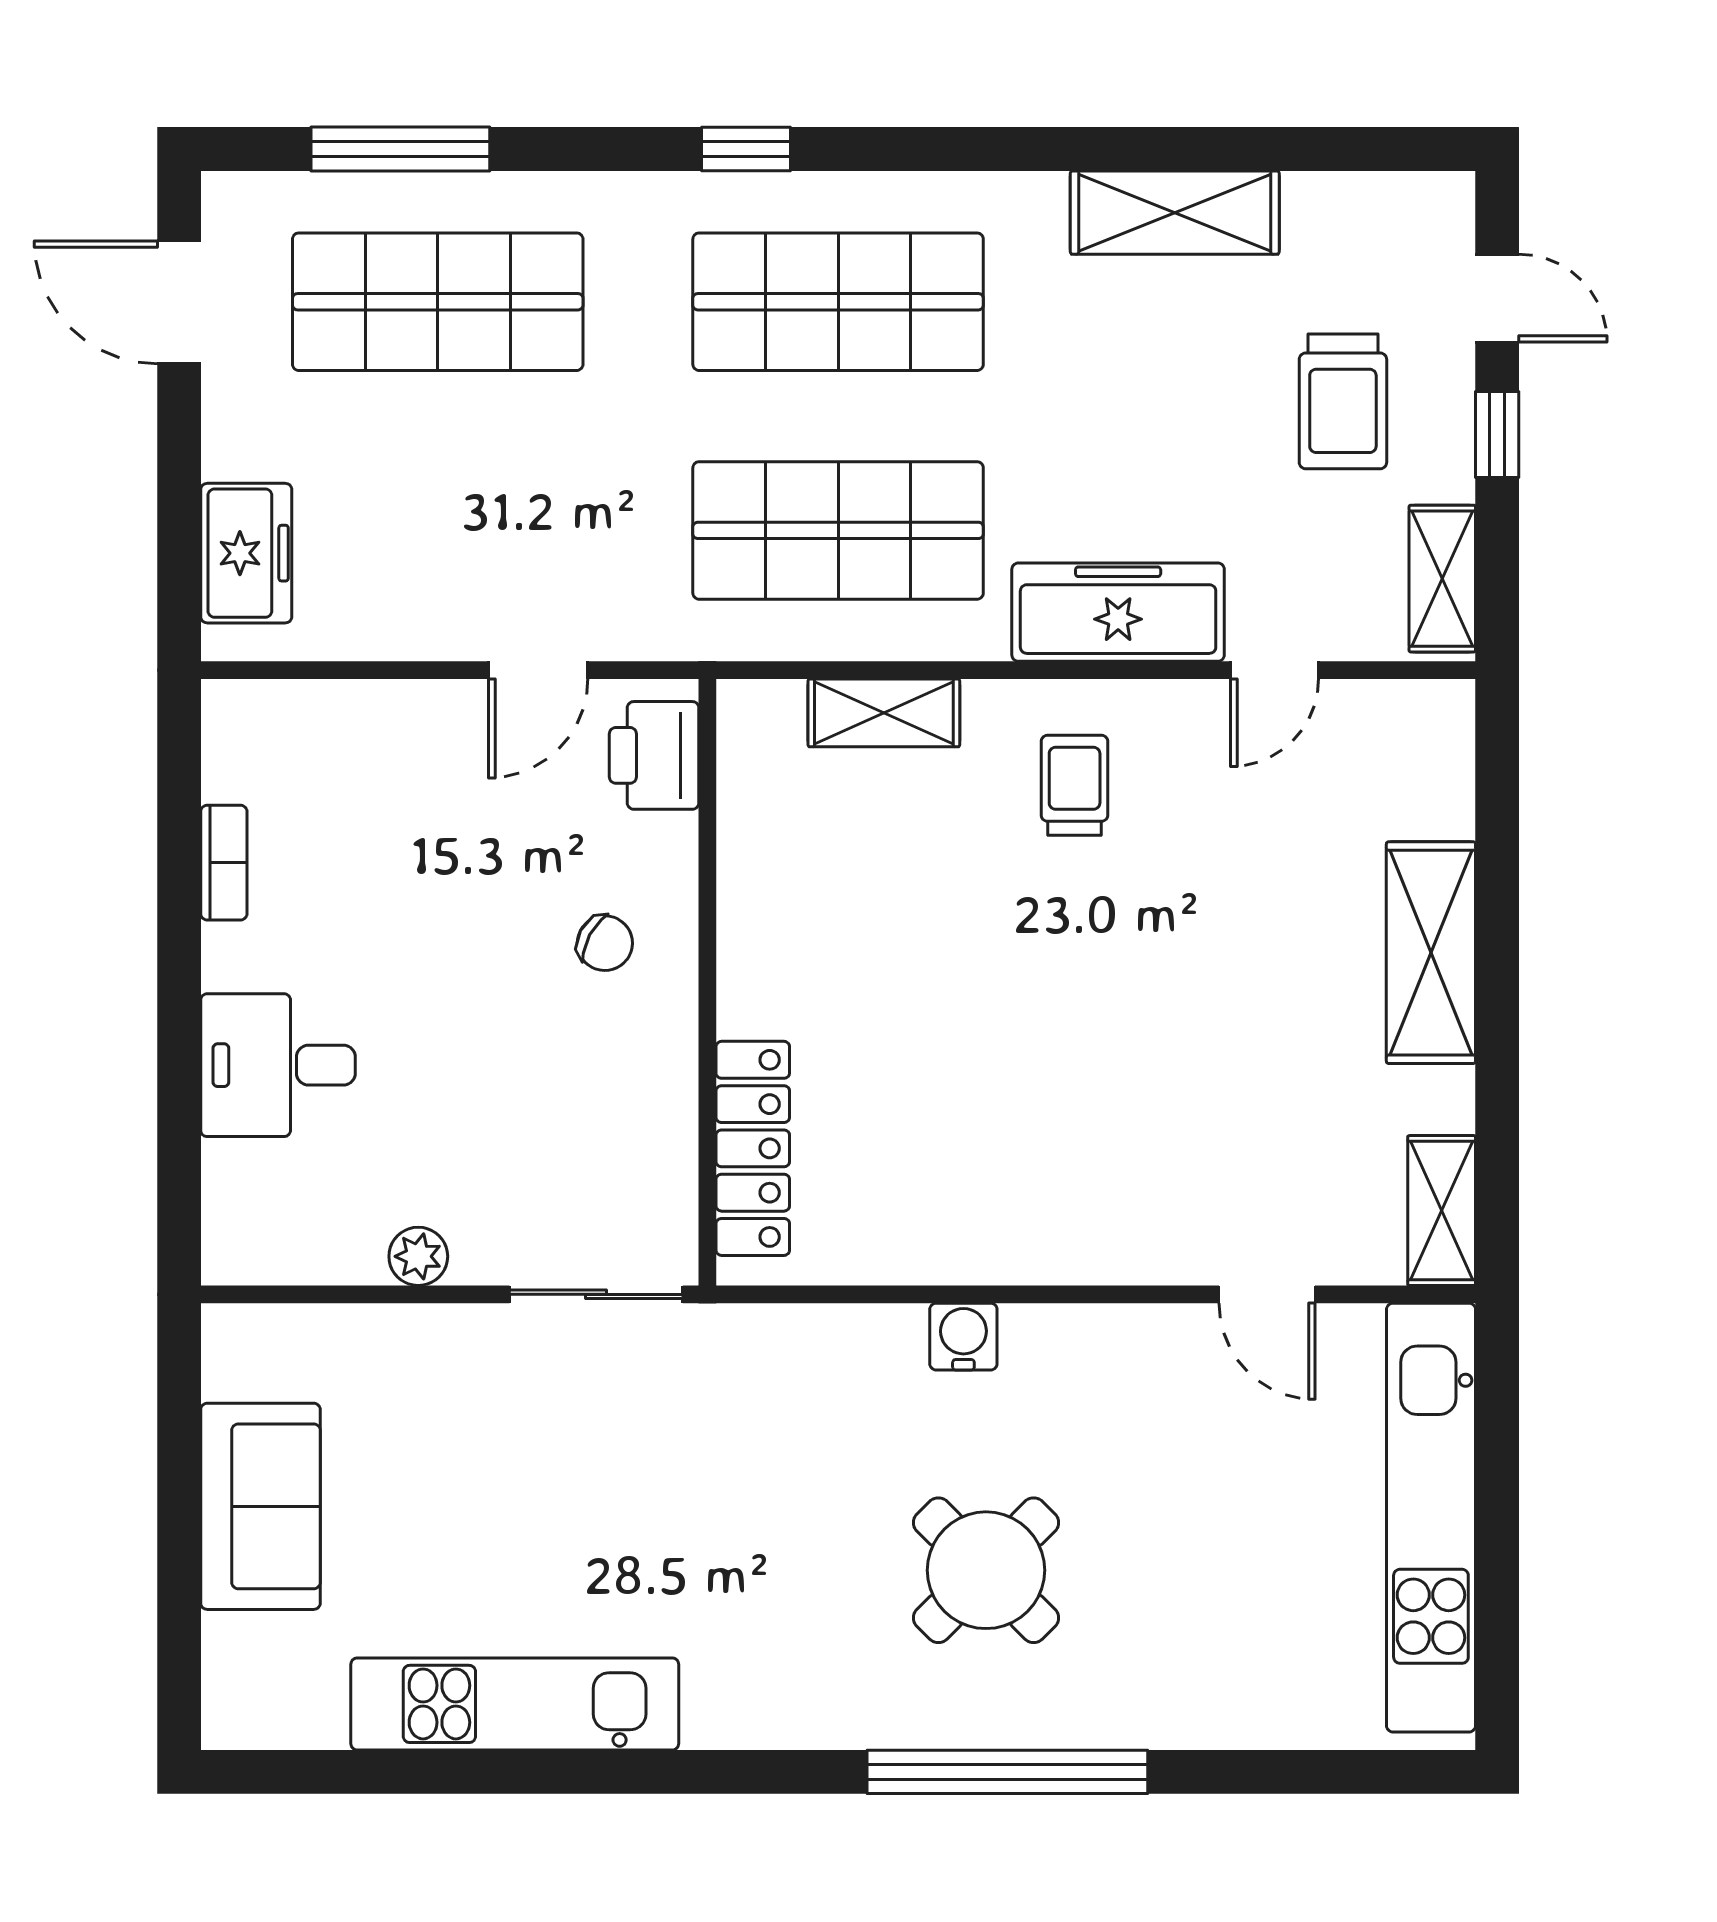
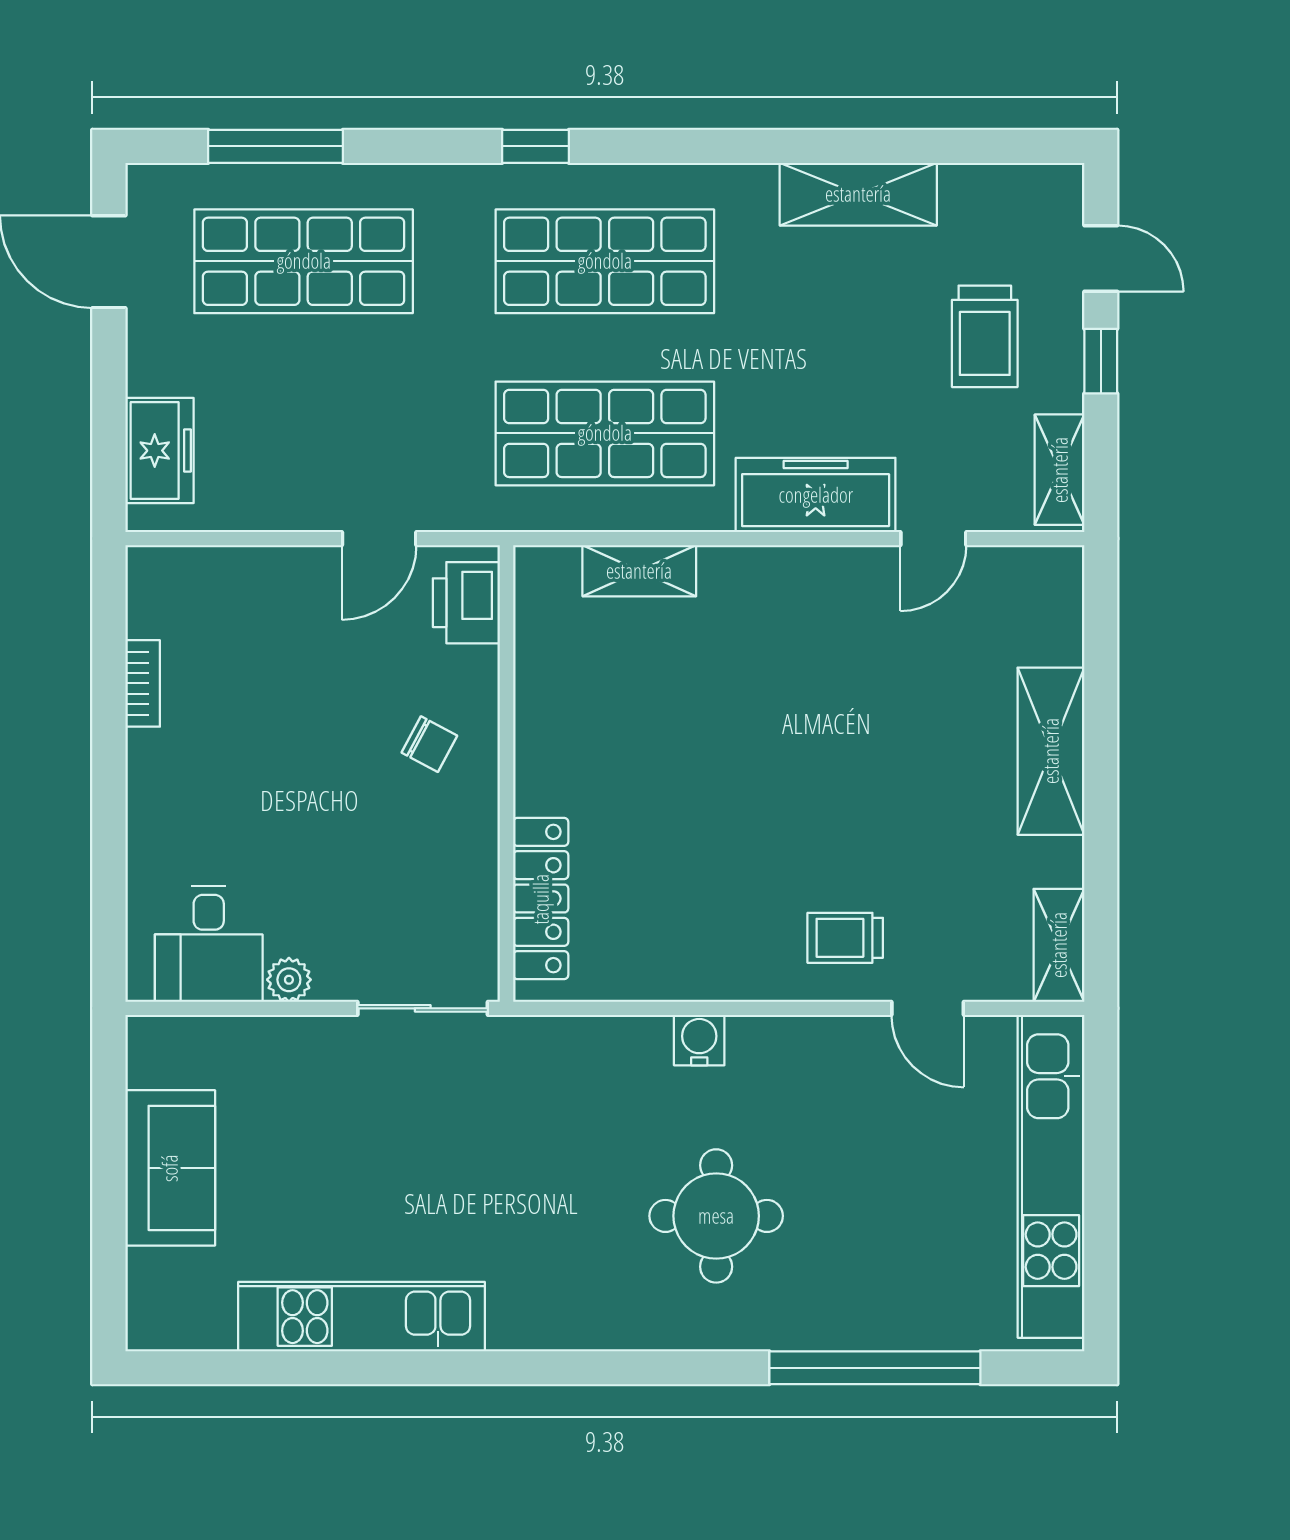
trolley: (1075, 785) -> (845, 938), moved, turned -90
desk: (278, 1065) -> (209, 944), moved, turned -90
round table: (986, 1570) -> (716, 1216), turned 45
window: (1007, 1772) -> (875, 1368), moved

